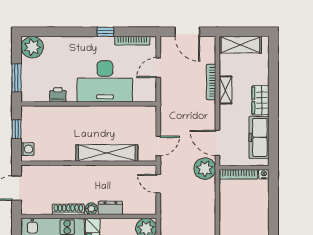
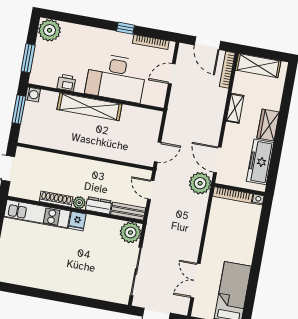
bookcase: (211, 82) -> (227, 70), moved
window: (17, 129) -> (19, 109), width x1.50
washing machine: (27, 149) -> (33, 94), moved
shelving: (107, 153) -> (89, 107), moved
bench: (140, 208) -> (128, 211), added

